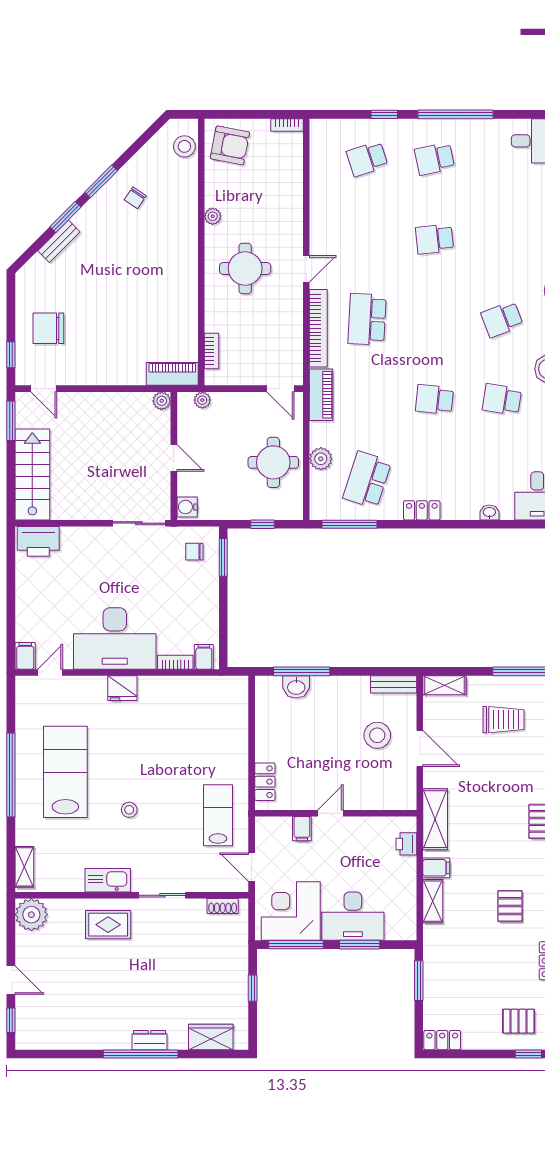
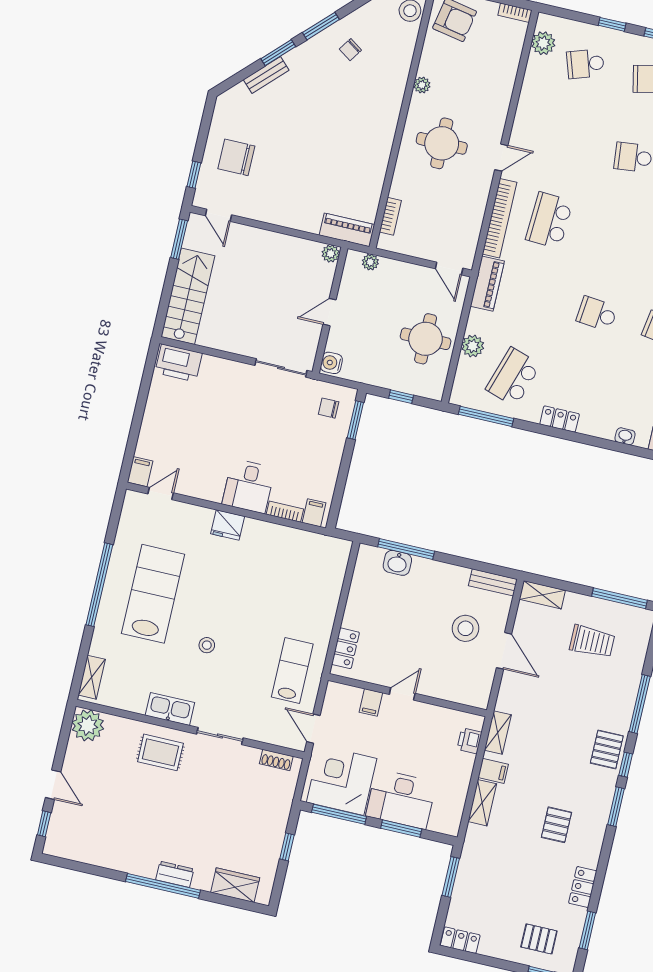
plant: (321, 148) -> (543, 43), added
door: (174, 458) -> (330, 312), swing flipped
desk: (115, 638) -> (248, 486), width x0.53, depth x0.77
shelving: (435, 819) -> (498, 732), width x0.67, depth x0.75

